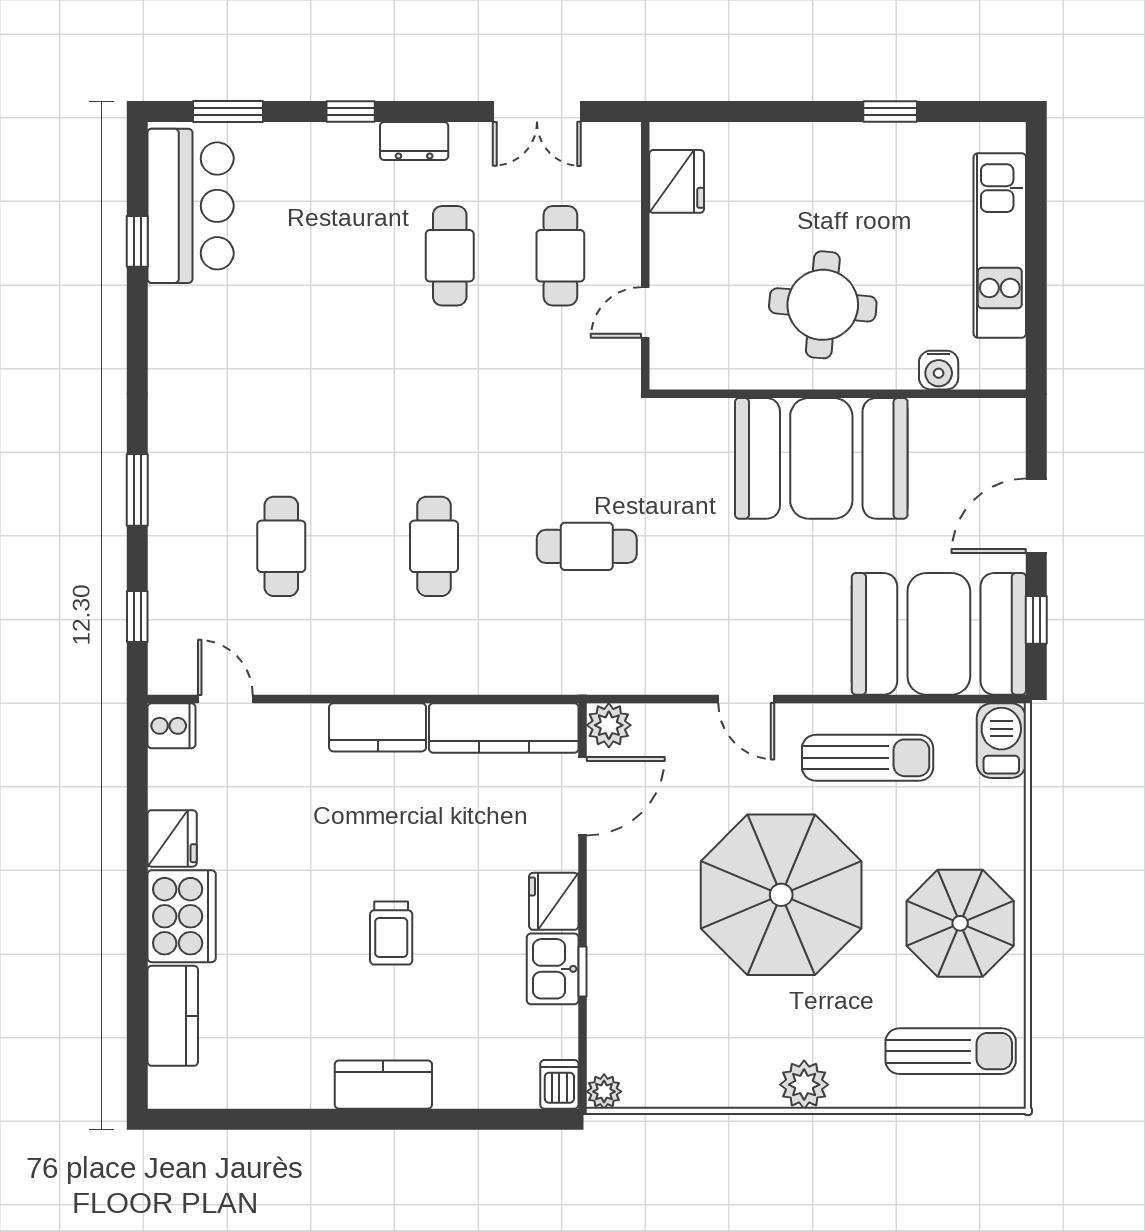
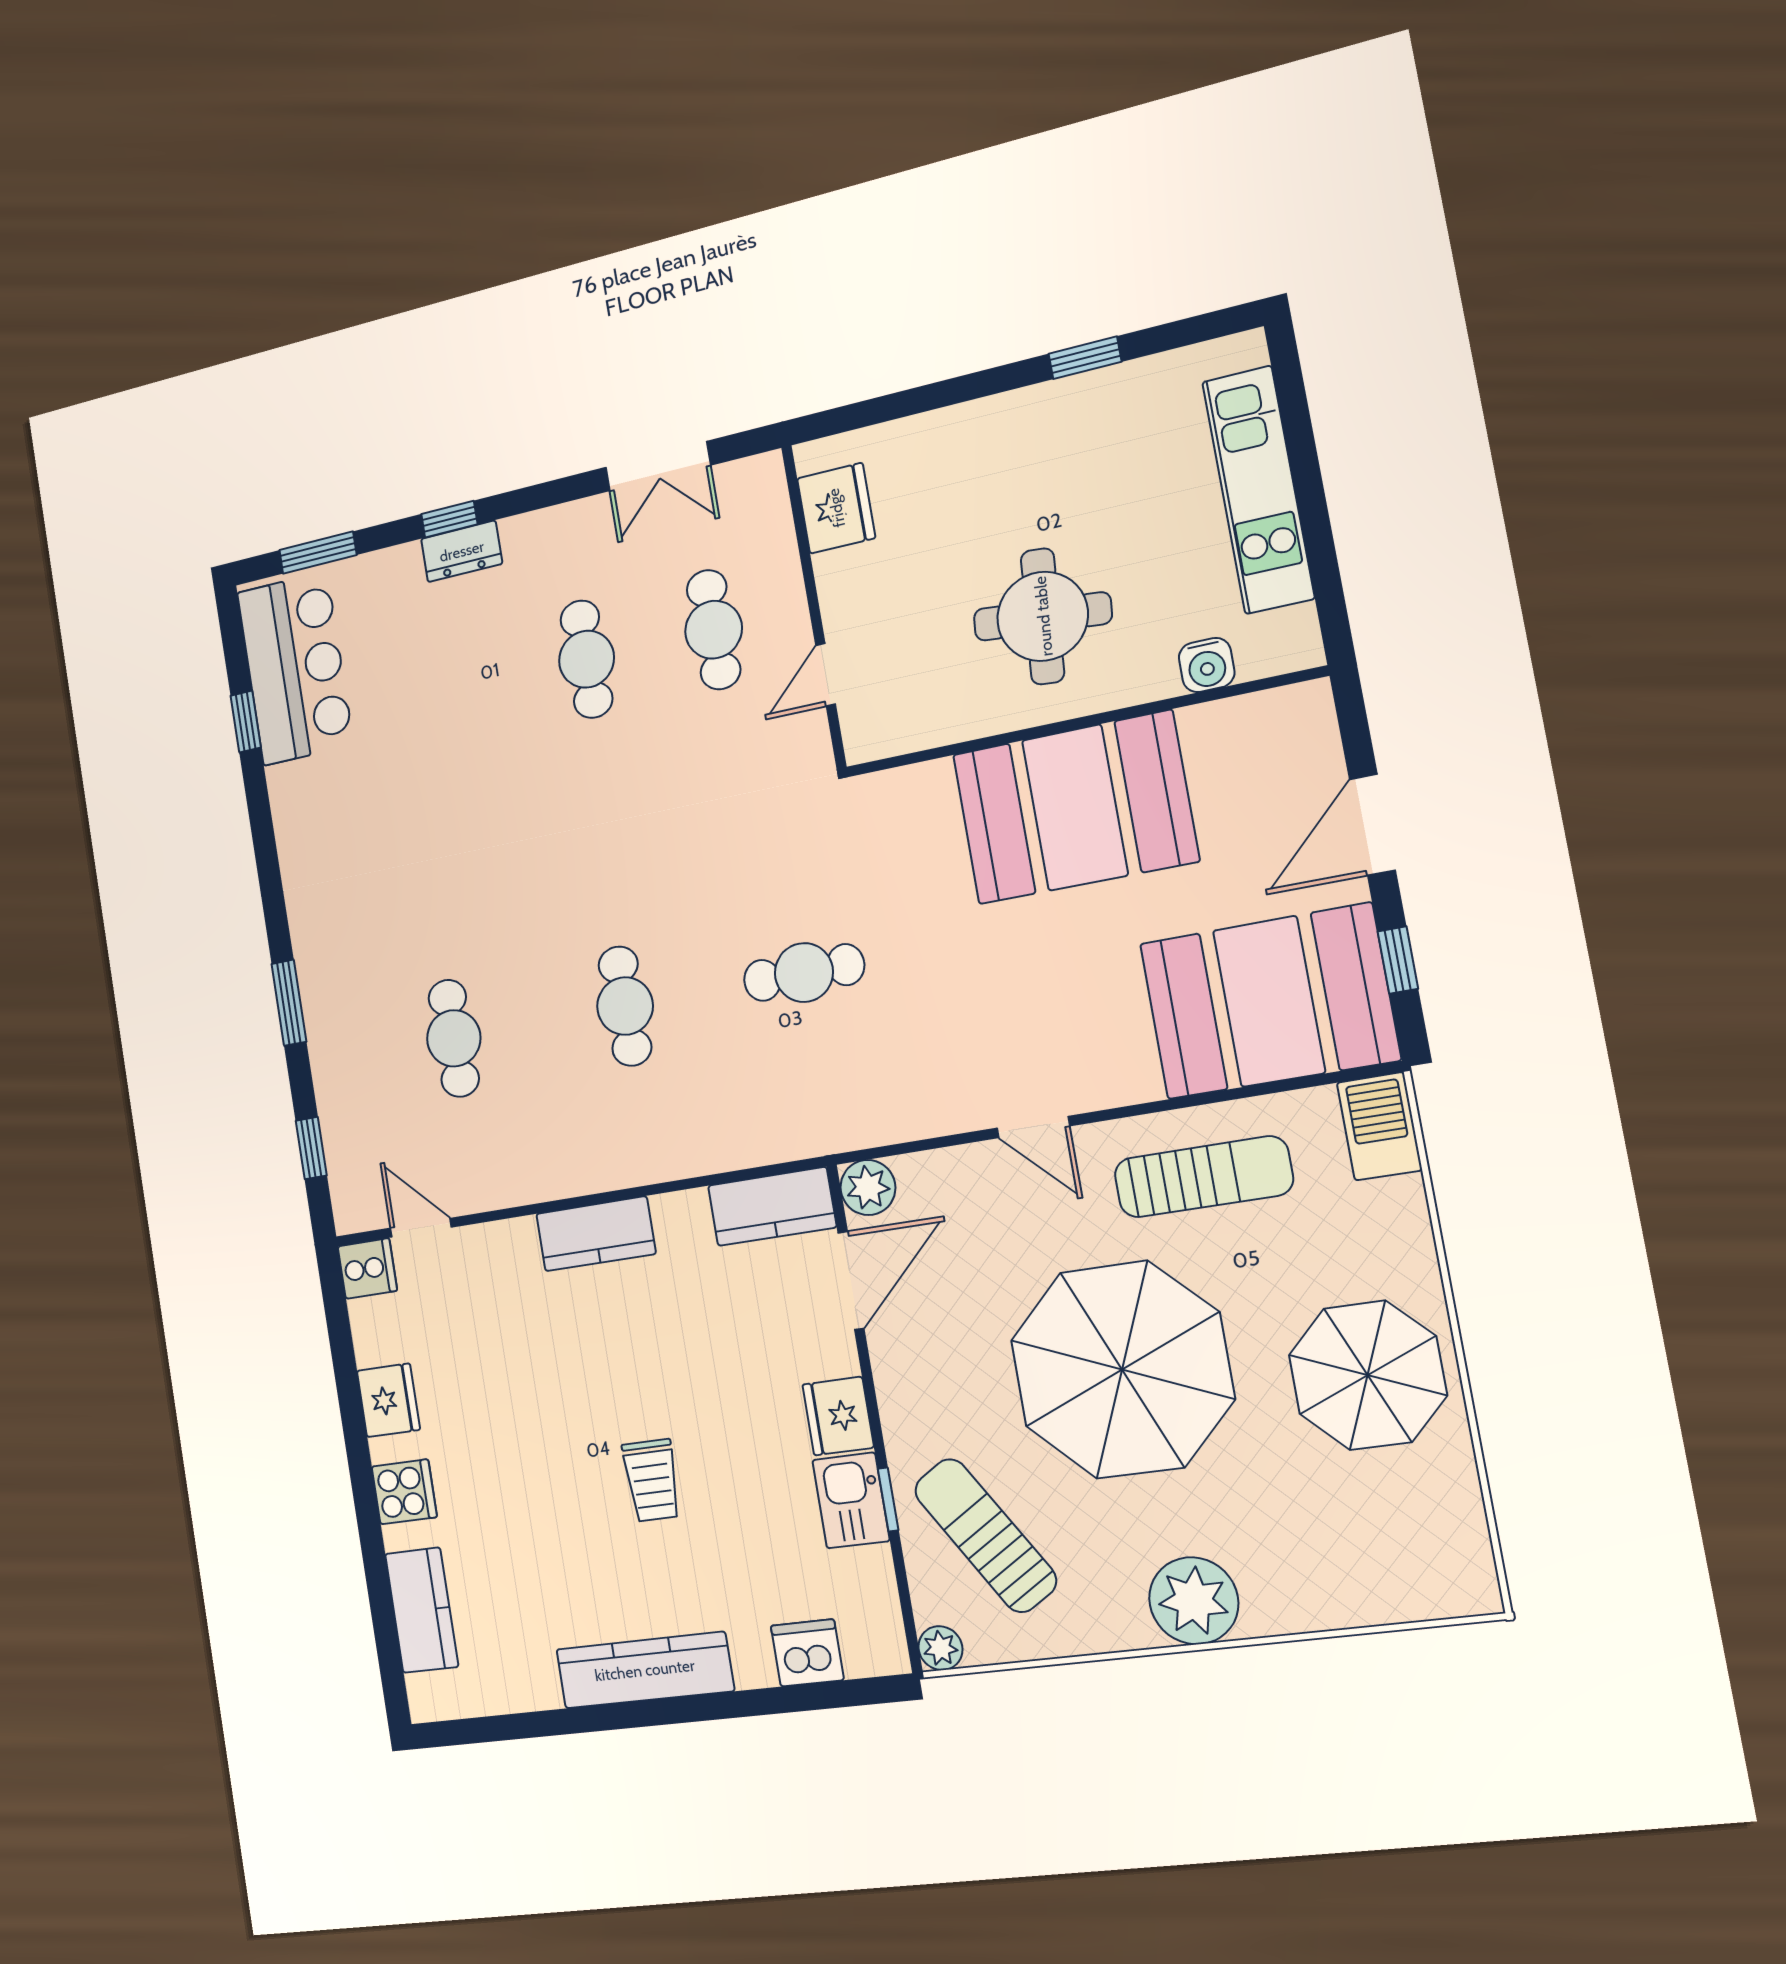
dresser: (414, 141) -> (462, 551), moved
kitchen counter: (504, 728) -> (772, 1206), width x0.67
cooker: (182, 916) -> (404, 1492), width x0.53, depth x0.76
sun lounger: (951, 1051) -> (985, 1535), moved, turned -122
dishwasher: (559, 1084) -> (807, 1653), moved, width x1.38
kitchen counter: (383, 1085) -> (645, 1670), width x1.50
plant: (804, 1085) -> (1194, 1601), width x1.36, depth x1.36

